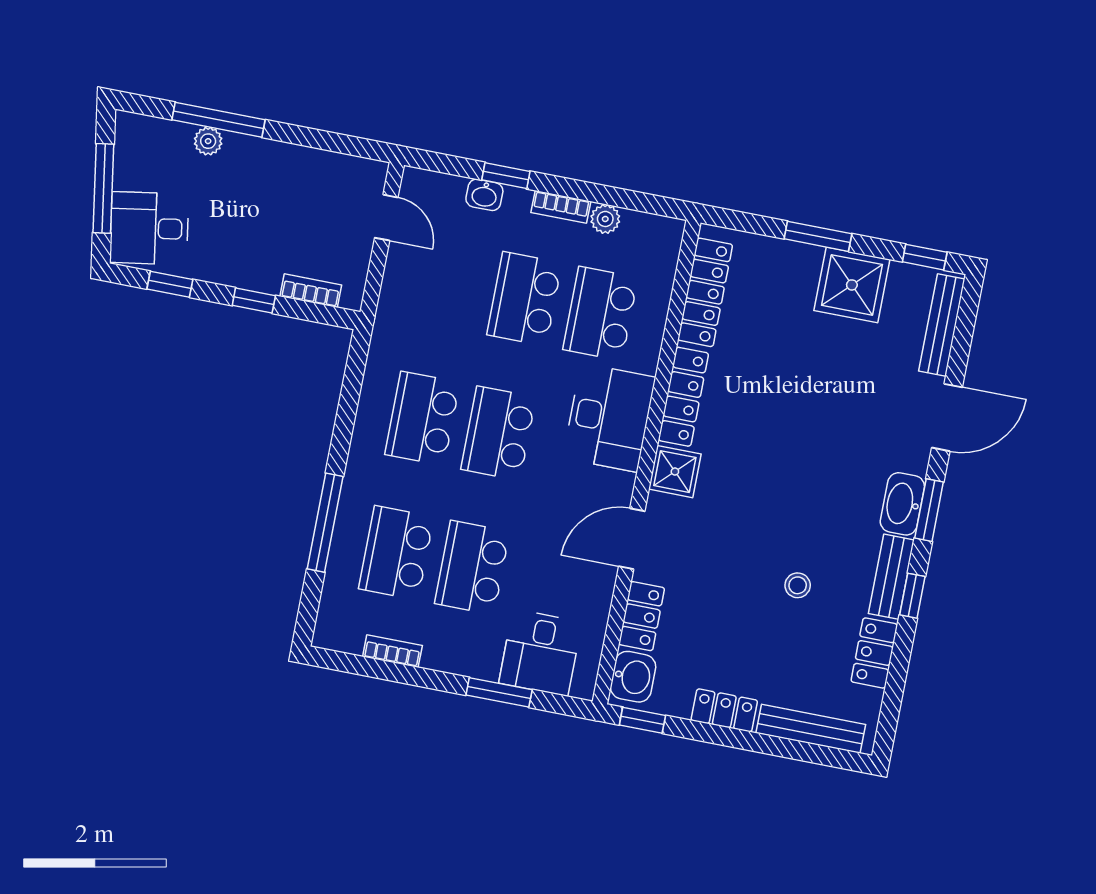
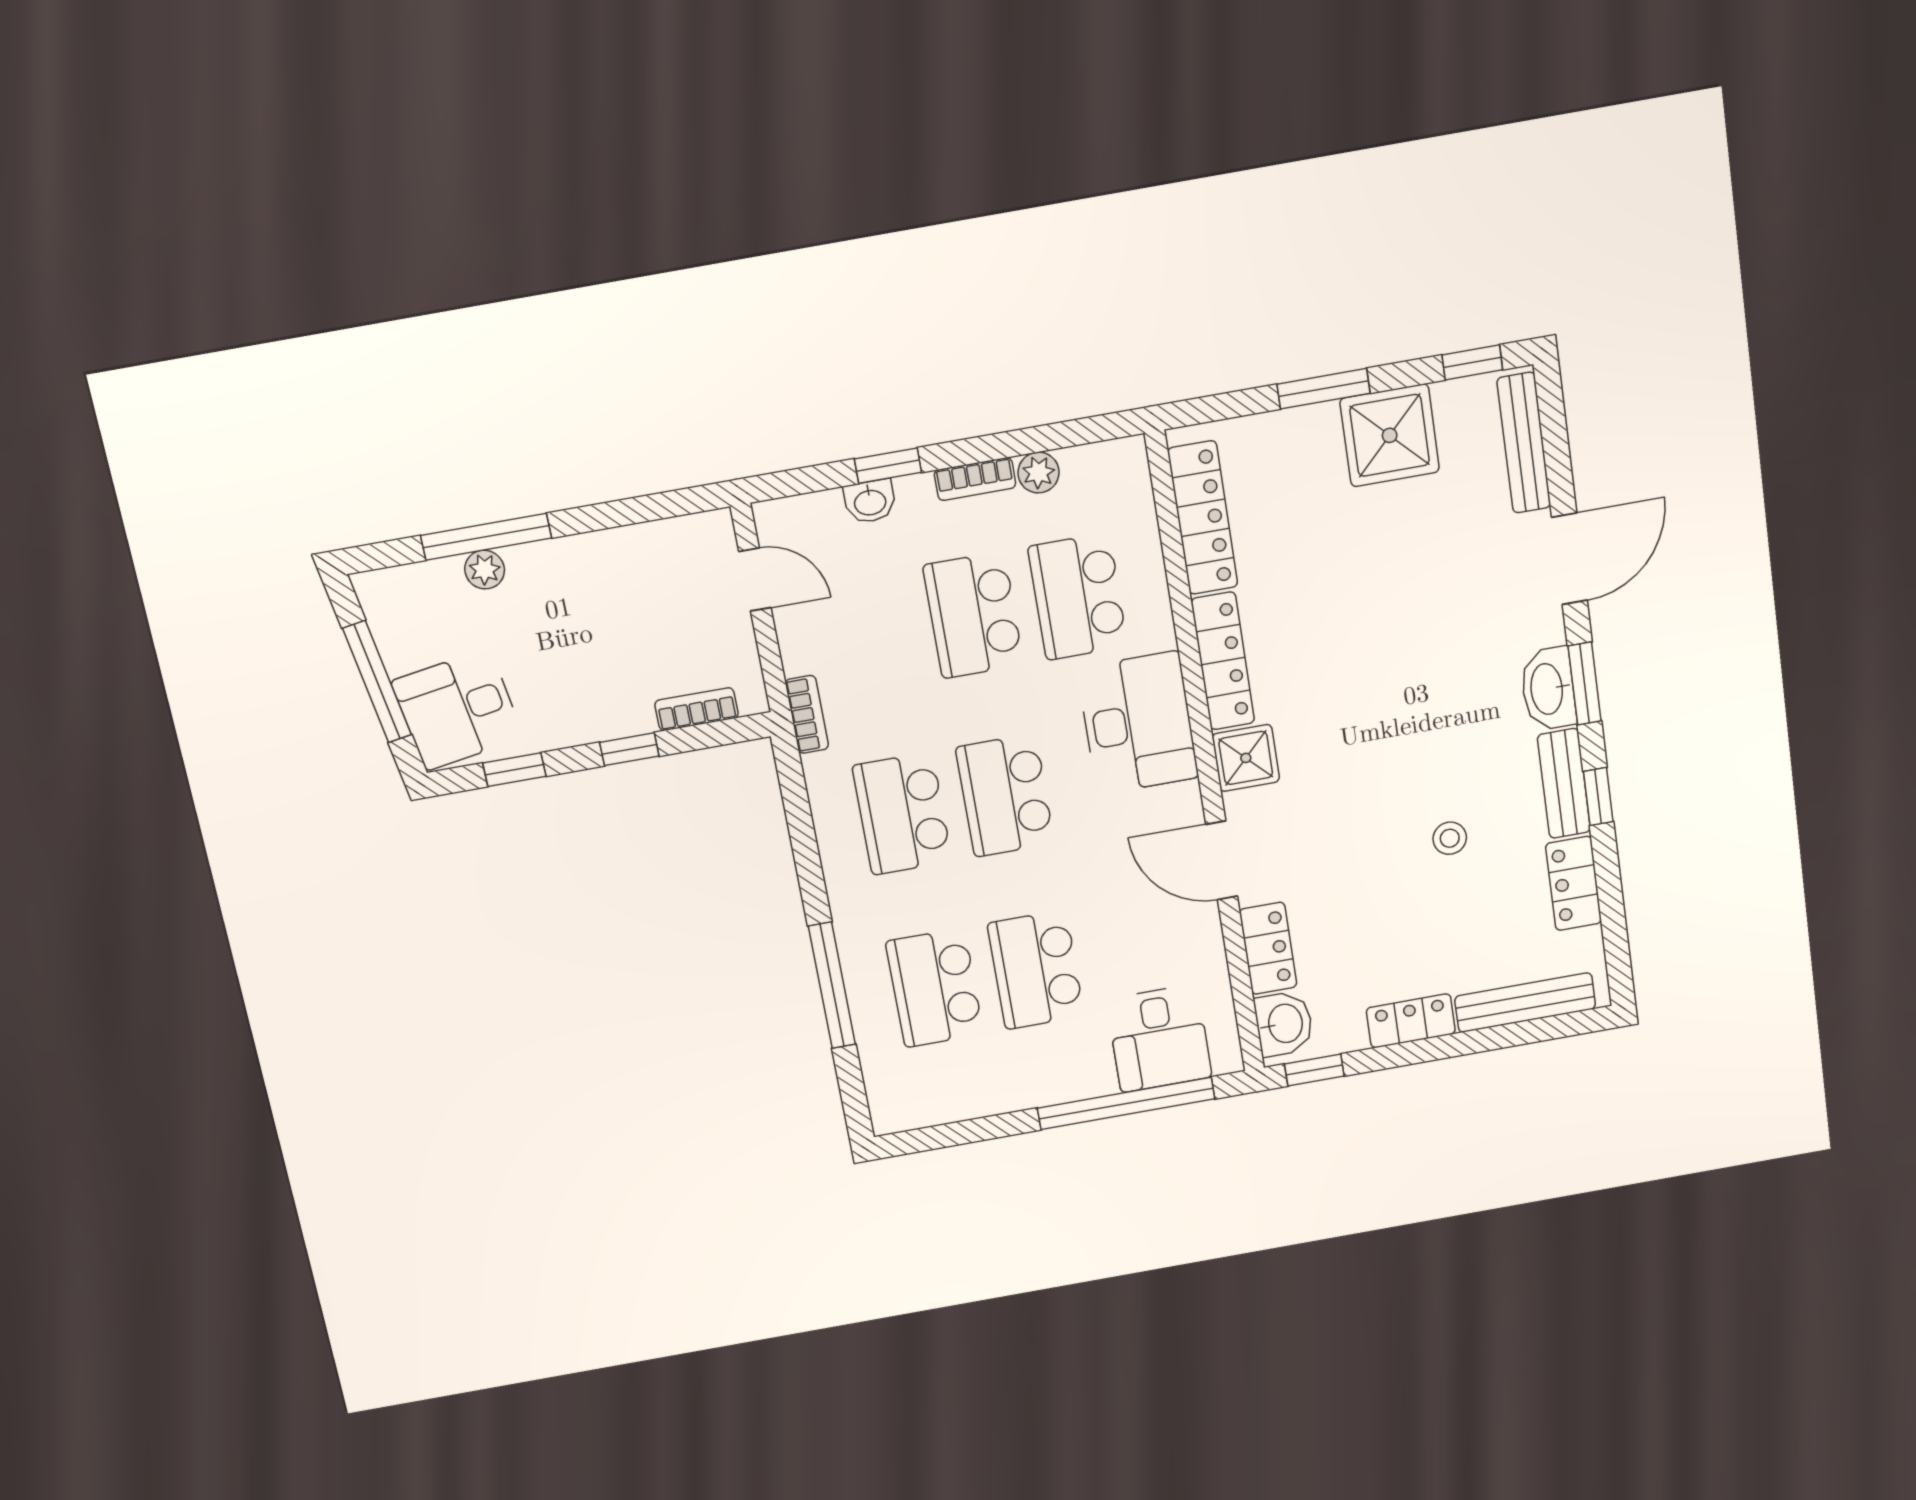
door: (632, 539) -> (1222, 860), hinge flipped
bookcase: (392, 651) -> (807, 714), moved, turned 90
window: (499, 692) -> (1126, 1103), width x2.11

